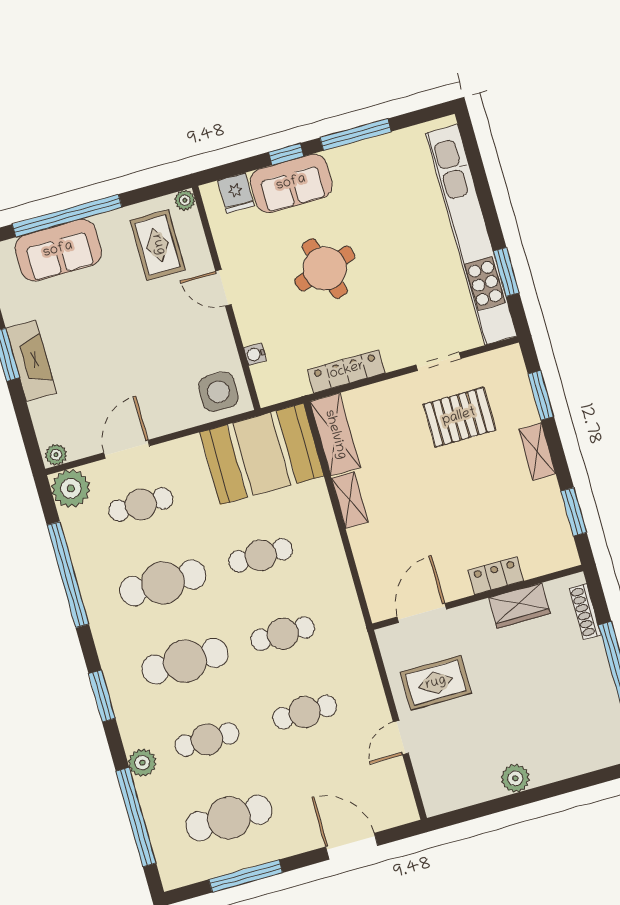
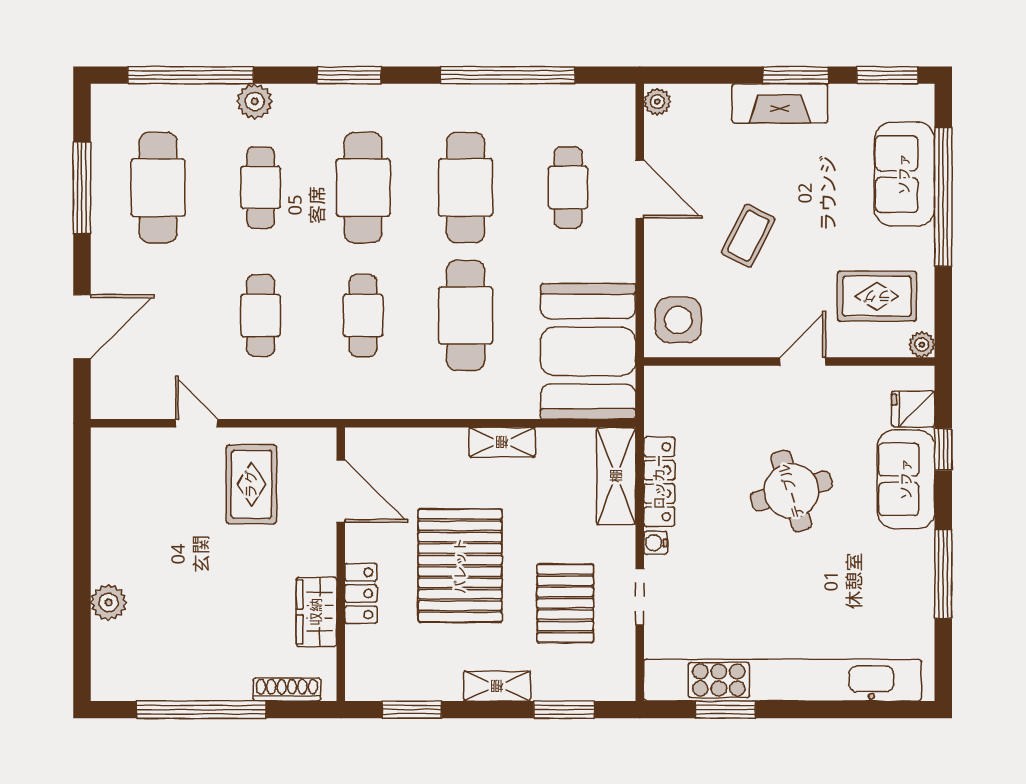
window: (286, 154) -> (943, 449), moved
water cooler: (255, 354) -> (656, 543), moved, turned -90
coffee table: (139, 356) -> (748, 236), added
shelving: (335, 435) -> (616, 476), moved, turned 90
plant: (71, 488) -> (611, 108), removed
pallet: (453, 506) -> (460, 566), added
cafe table: (261, 555) -> (466, 315), width x1.37, depth x1.35
plant: (515, 778) -> (109, 602), moved

